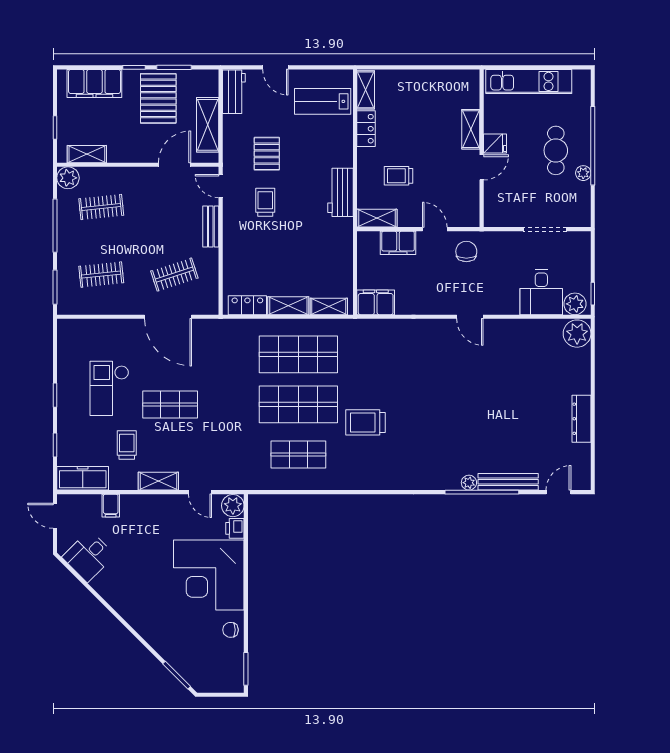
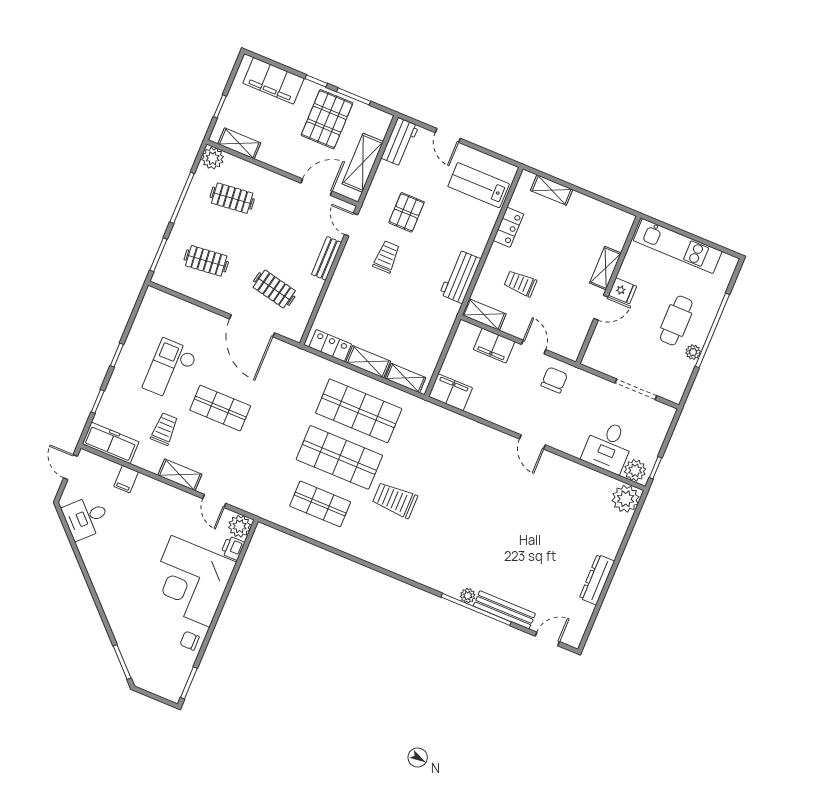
shelving: (366, 90) -> (552, 190), moved, turned 90
clothes rail: (174, 275) -> (274, 289), turned 30

